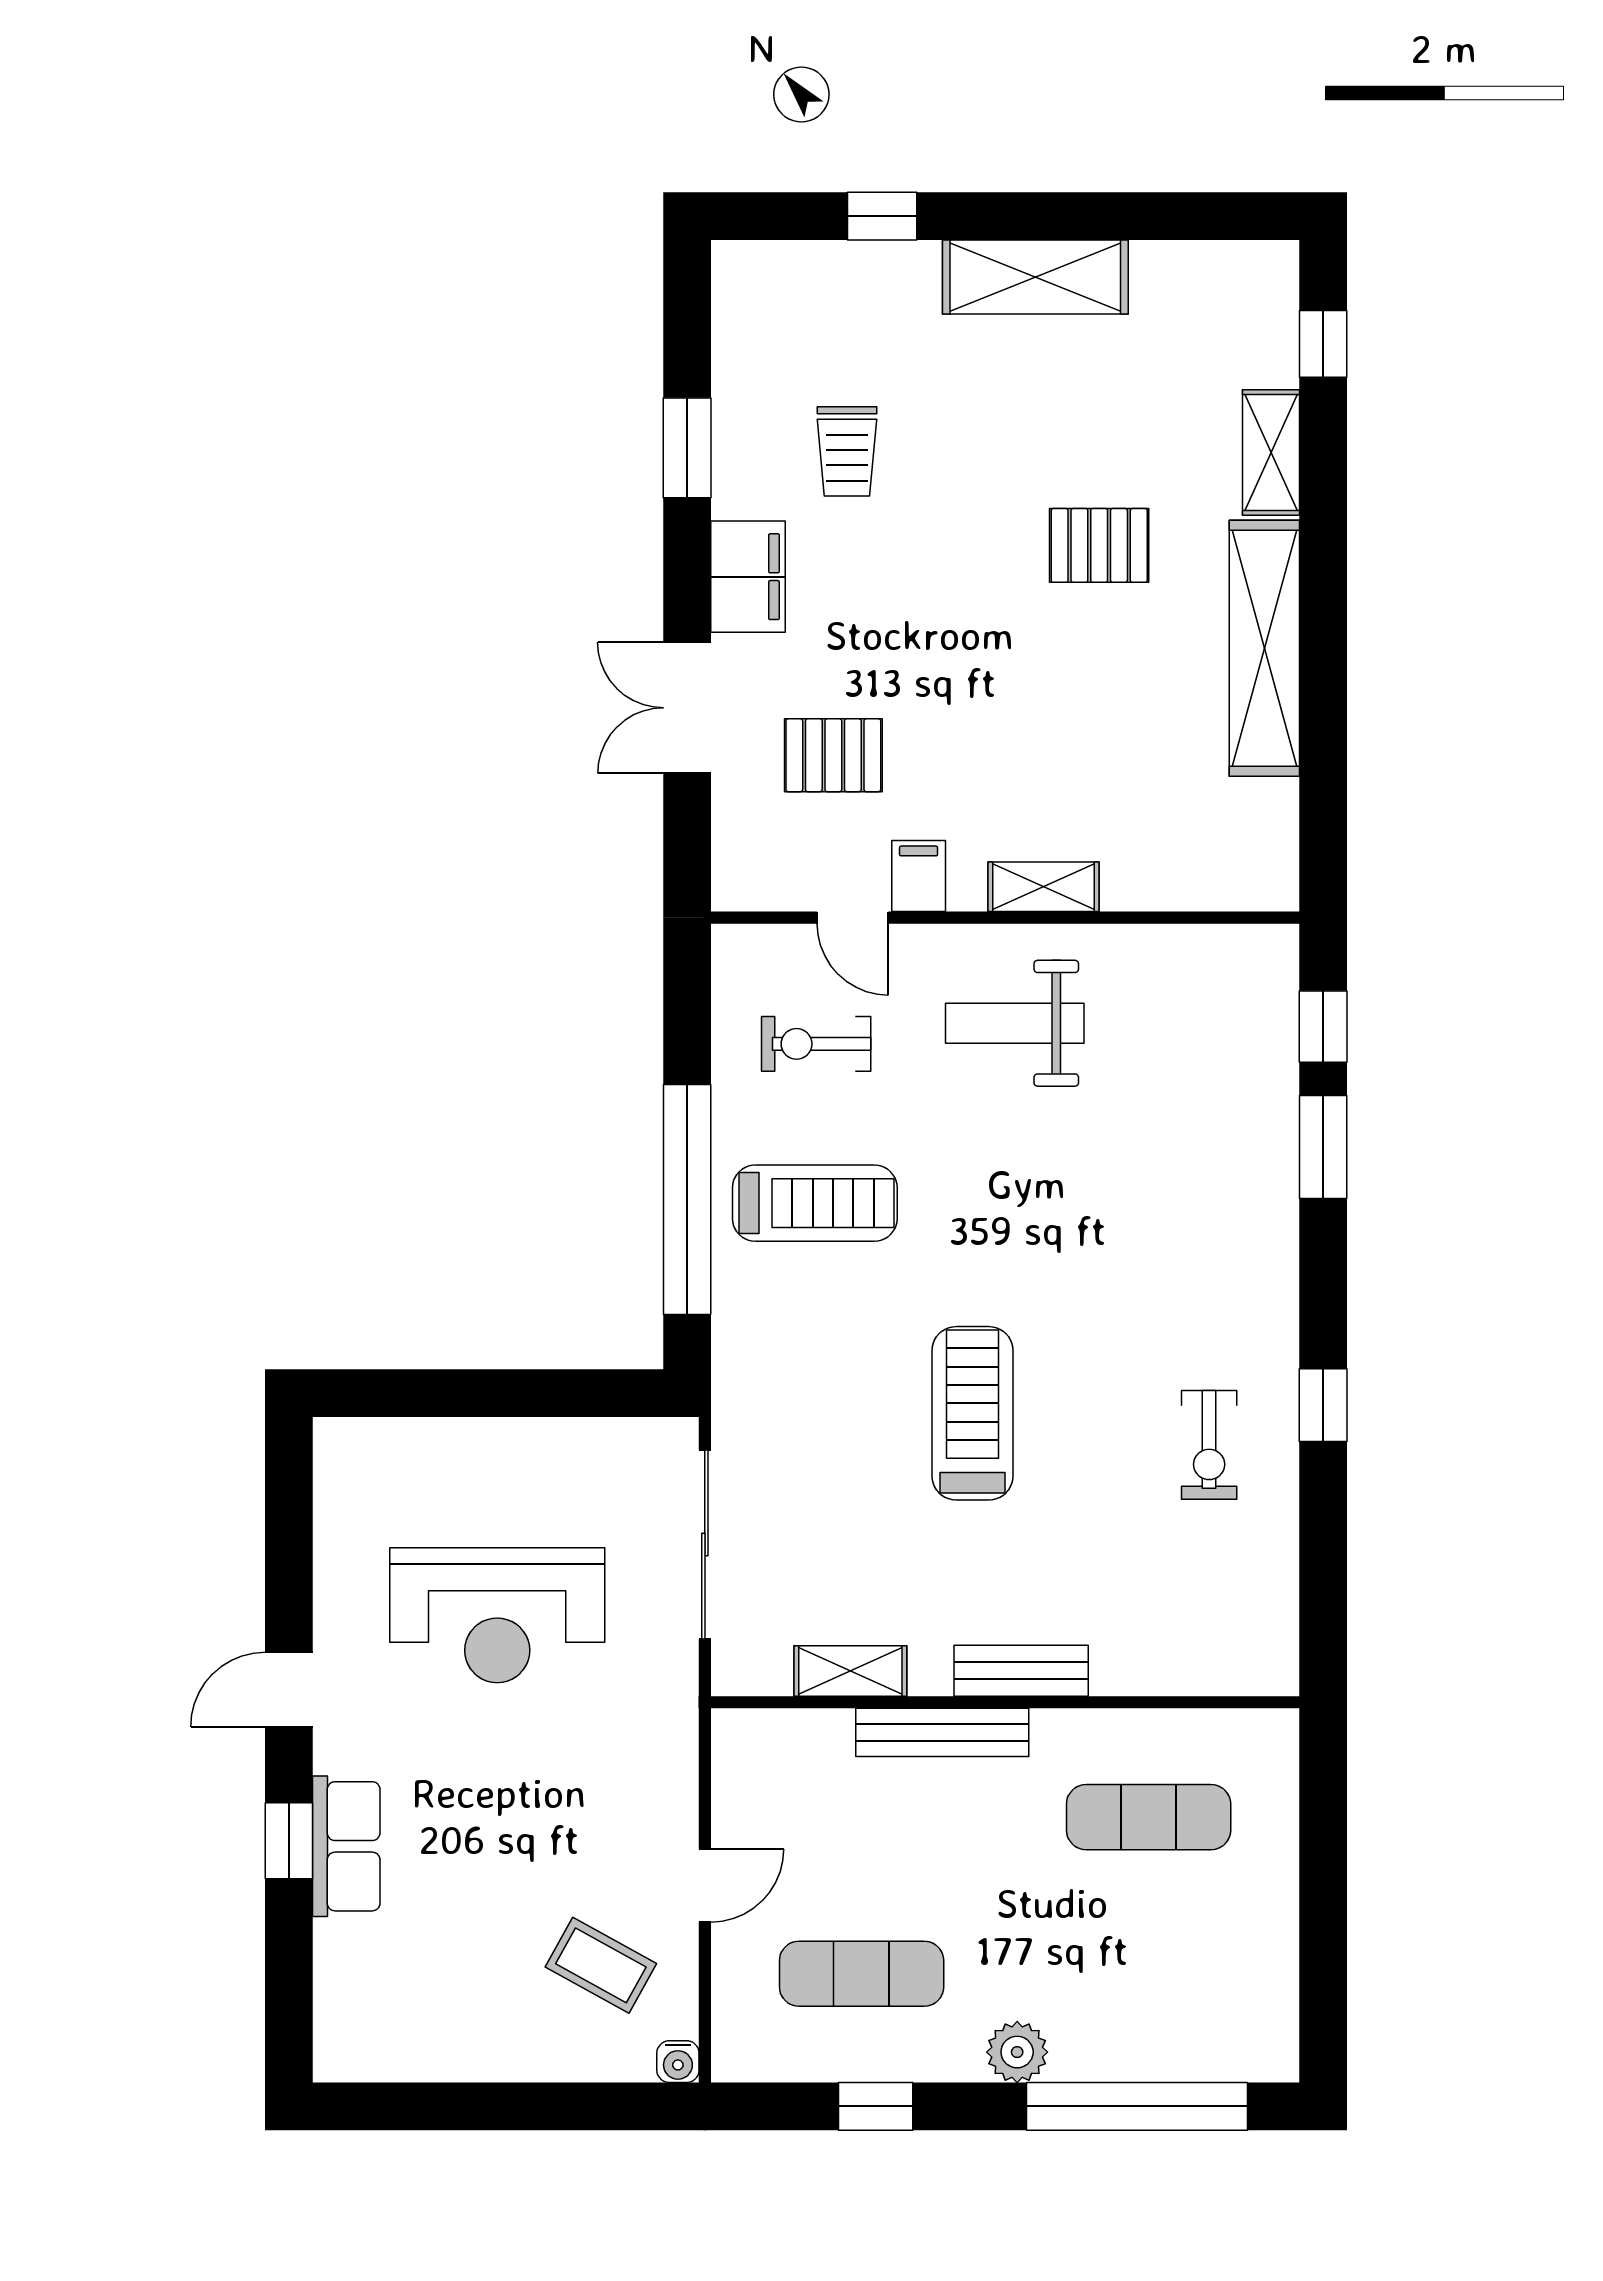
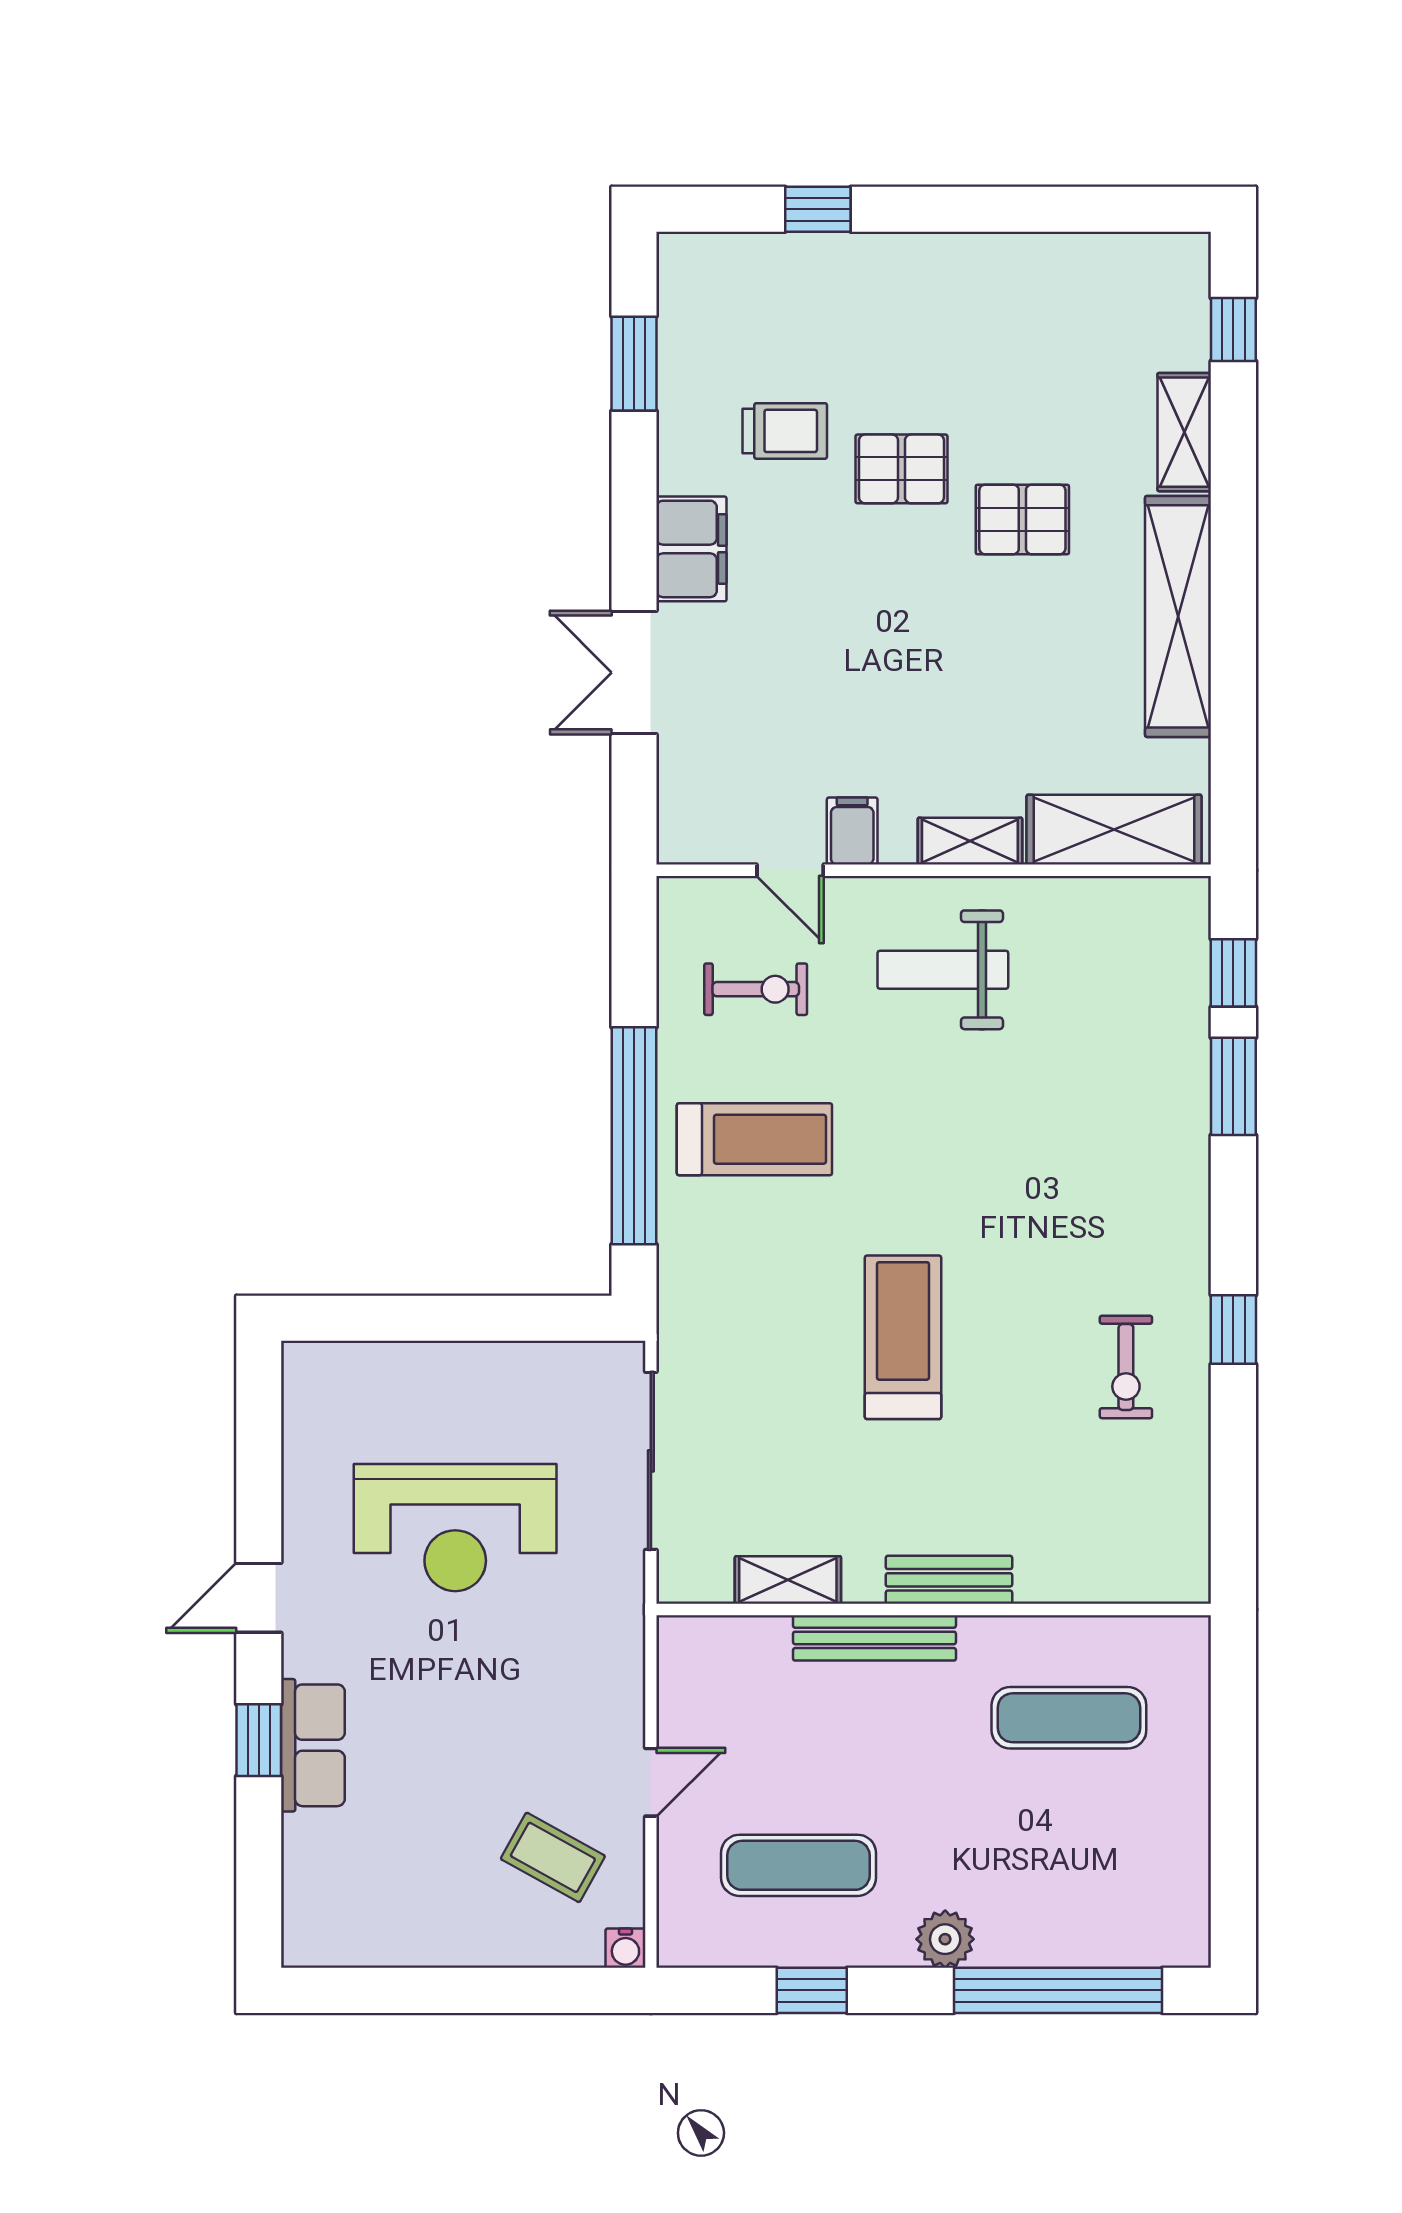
shelving: (1035, 277) -> (1114, 830), moved
window: (687, 448) -> (634, 364), moved
trolley: (847, 451) -> (785, 431), turned -90
pallet: (833, 755) -> (901, 469), moved
exercise bike: (816, 1044) -> (756, 989), turned 180

